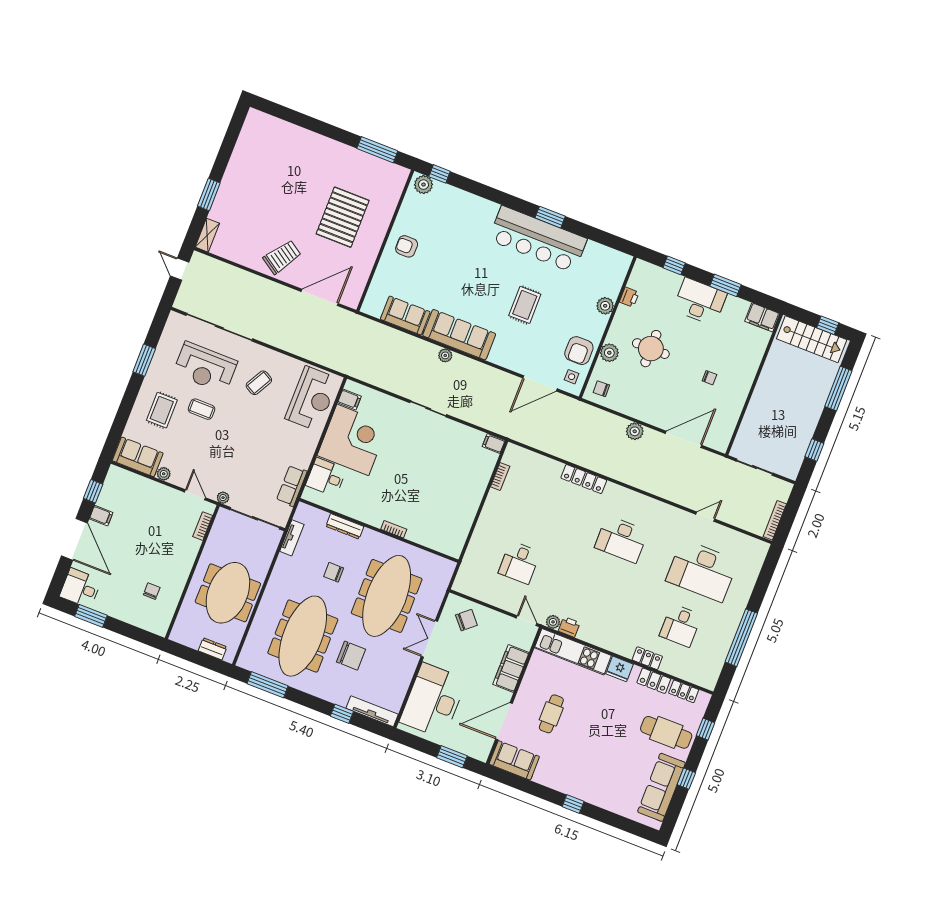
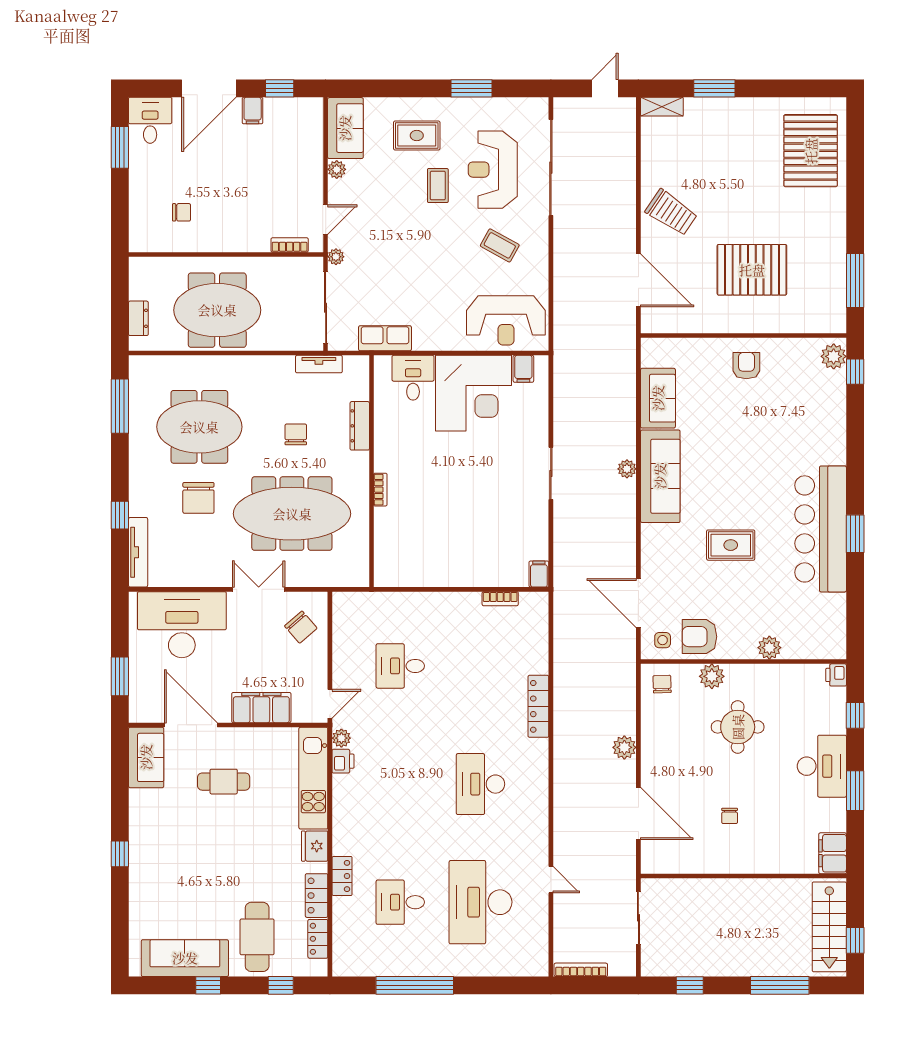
pallet: (277, 146) -> (811, 151), added
printer: (629, 297) -> (836, 675), moved, turned 90
meeting table: (303, 636) -> (199, 427), width x0.73

